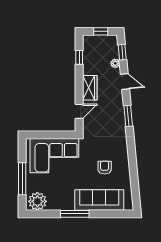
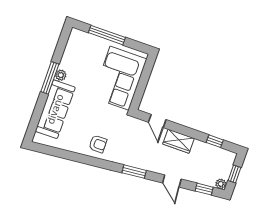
plant: (115, 63) -> (221, 184), moved
door: (125, 82) -> (172, 181), hinge flipped
armchair: (105, 168) -> (98, 144), moved
plant: (37, 201) -> (61, 75), moved, width x0.53, depth x0.53

